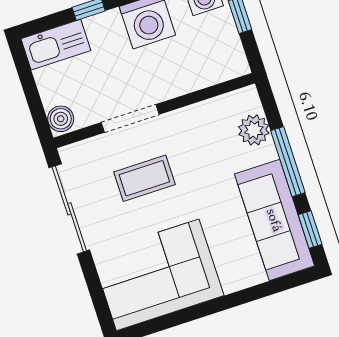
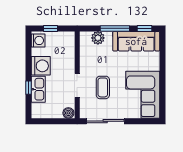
kitchen sink: (56, 45) -> (38, 89), moved

